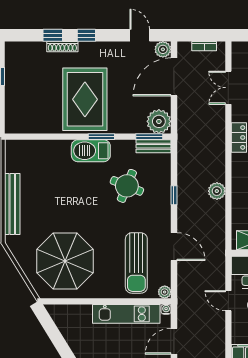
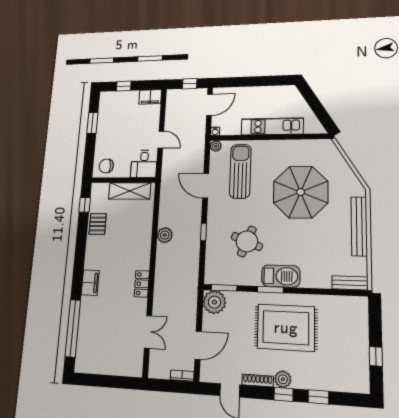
bookcase: (204, 46) -> (182, 376), moved
shoe rack: (62, 47) -> (258, 380), moved
plant: (163, 49) -> (283, 379), moved
door: (174, 77) -> (198, 345), width x0.73
rug: (85, 99) -> (286, 328), turned 90
bench: (154, 146) -> (350, 283), moved
parasol: (65, 261) -> (301, 192), moved
kitchen unit: (126, 314) -> (272, 126), moved

